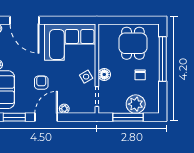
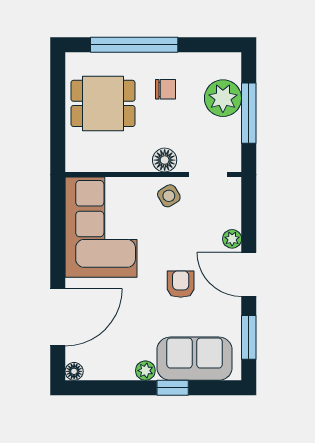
armchair: (41, 83) -> (181, 284), turned 90

